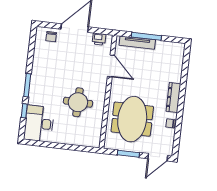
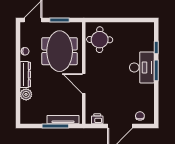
door: (111, 66) -> (84, 83), moved
plant: (175, 75) -> (26, 94), added
round table: (78, 102) -> (100, 40), moved
desk: (39, 124) -> (142, 67), moved

